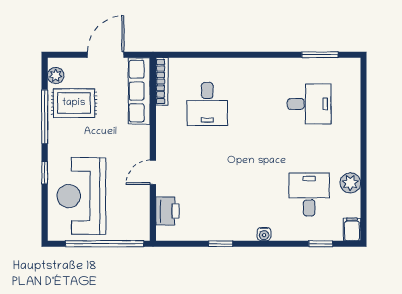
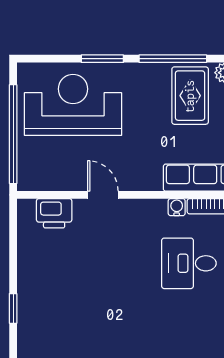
window: (45, 173) -> (102, 59), width x1.50
water cooler: (264, 234) -> (177, 207), moved, turned 90
window: (221, 244) -> (13, 308), moved

